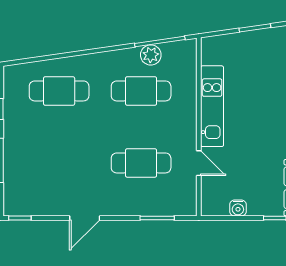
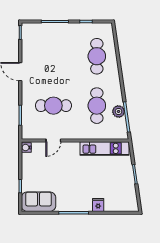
kitchen unit: (212, 106) -> (104, 148), moved
cafe table: (141, 163) -> (53, 106), turned 90
water cooler: (238, 208) -> (26, 148), moved

